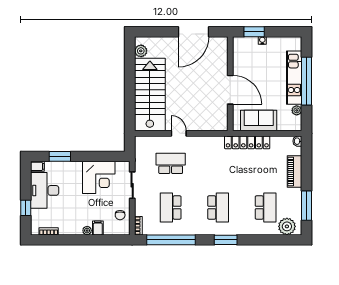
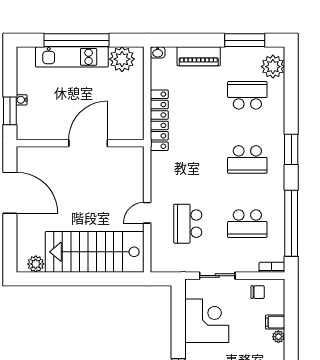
plant: (297, 110) -> (122, 59), width x1.88, depth x1.88
sofa: (259, 121) -> (130, 105), removed
school desk: (218, 207) -> (247, 159), turned 180

